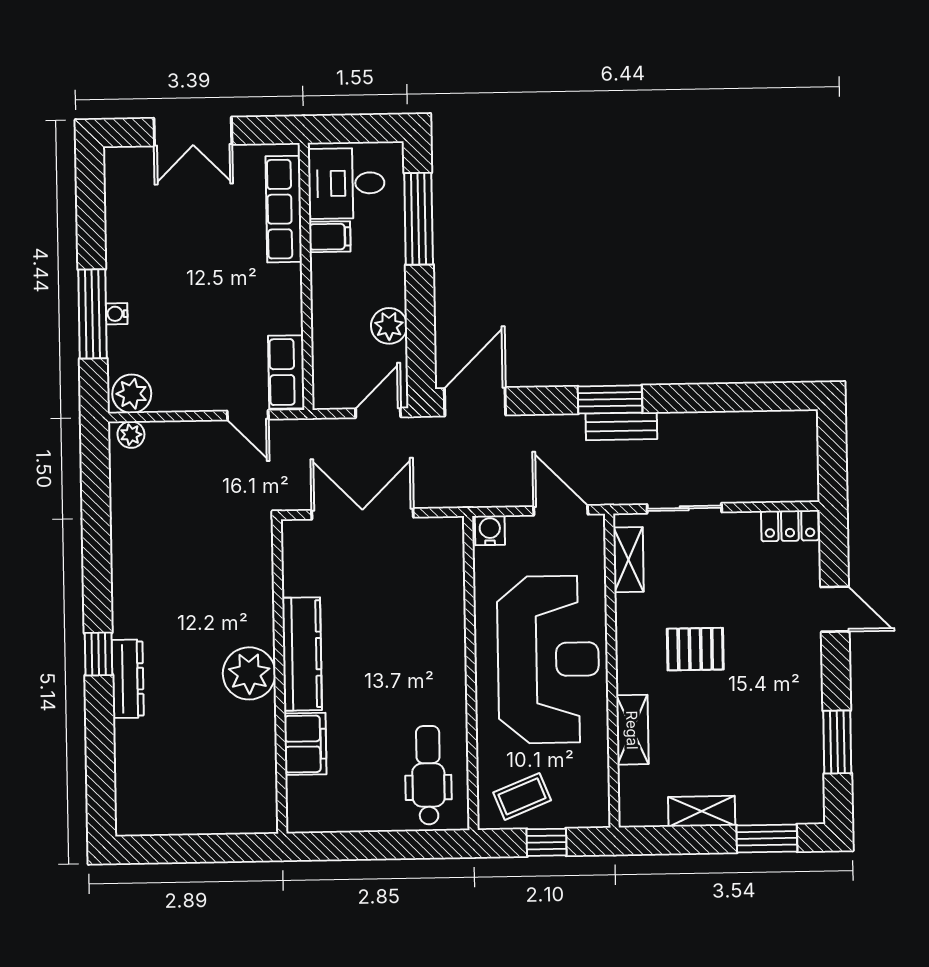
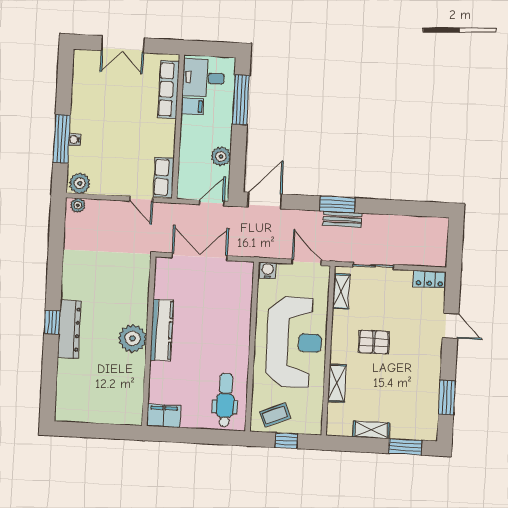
dresser: (128, 679) -> (69, 329), width x1.37, depth x1.24
filing cabinet: (305, 744) -> (164, 416), moved, turned -90

